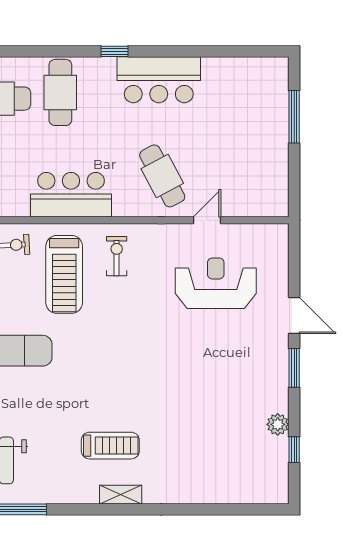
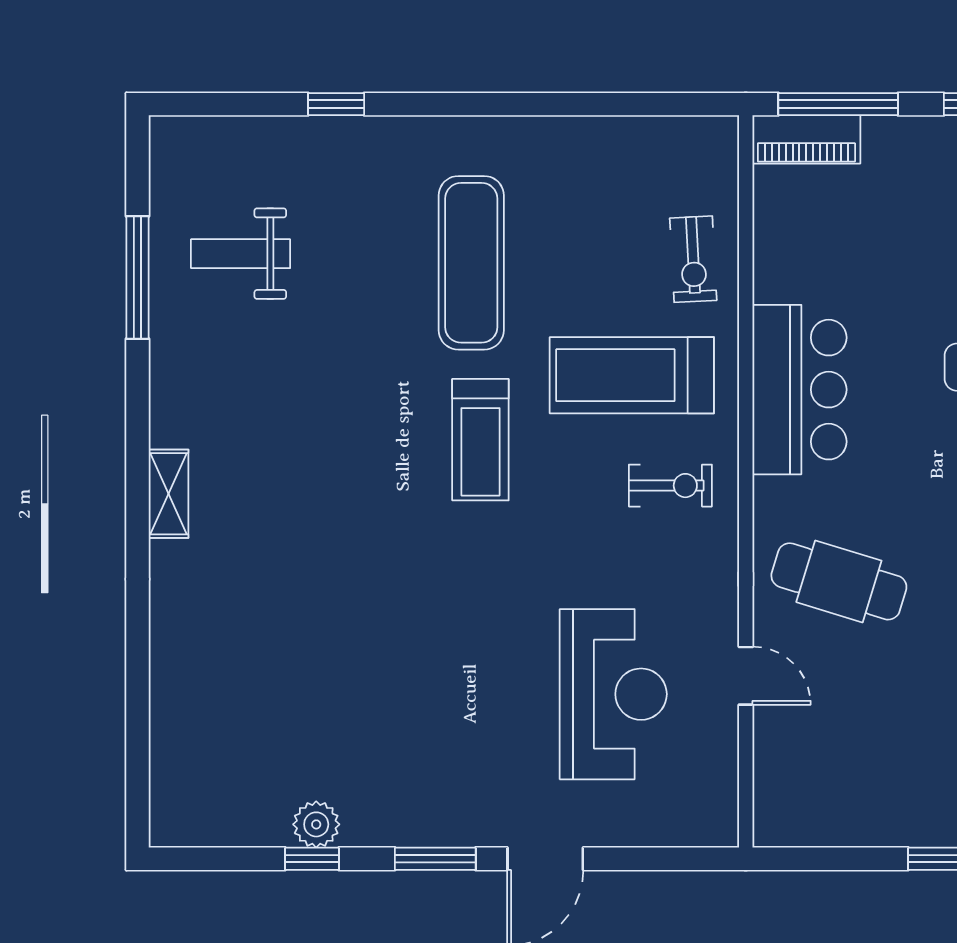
cafe table: (162, 176) -> (839, 581), turned 45
treadmill: (110, 446) -> (480, 440), moved
window: (294, 450) -> (312, 859), moved

